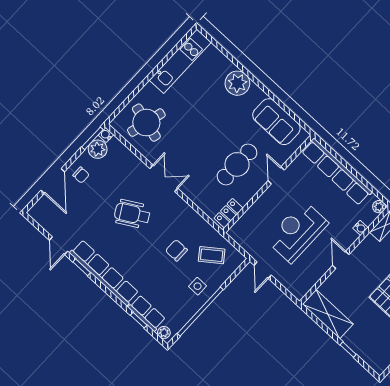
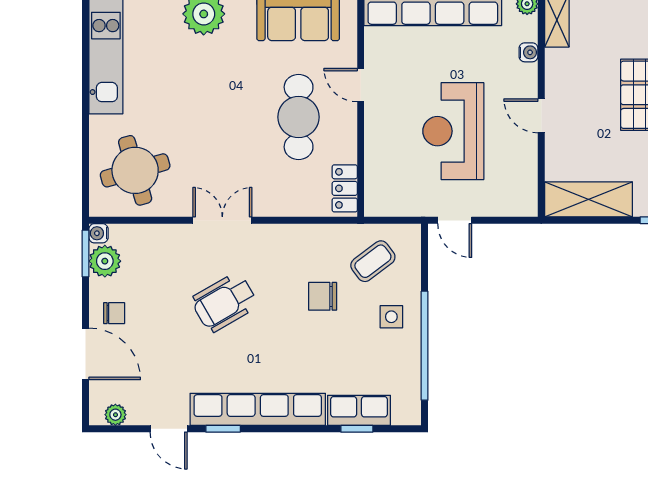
round table: (146, 123) -> (135, 170), turned -31
plant: (164, 333) -> (115, 415), moved

